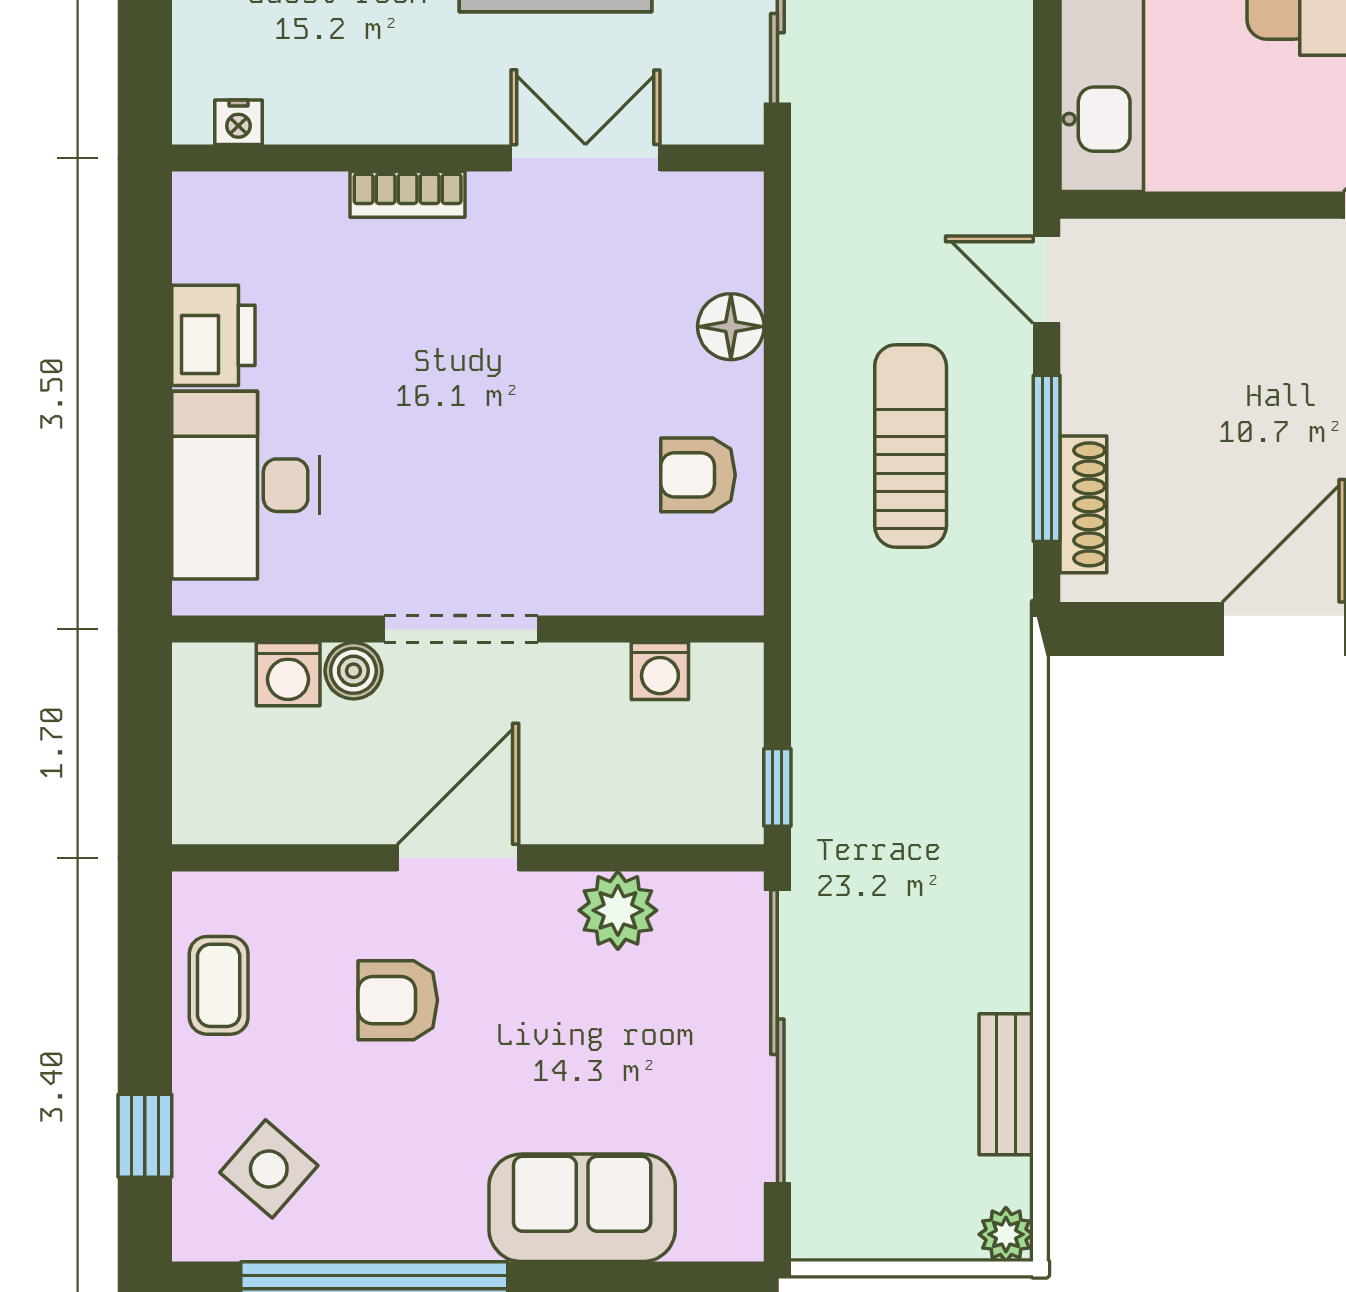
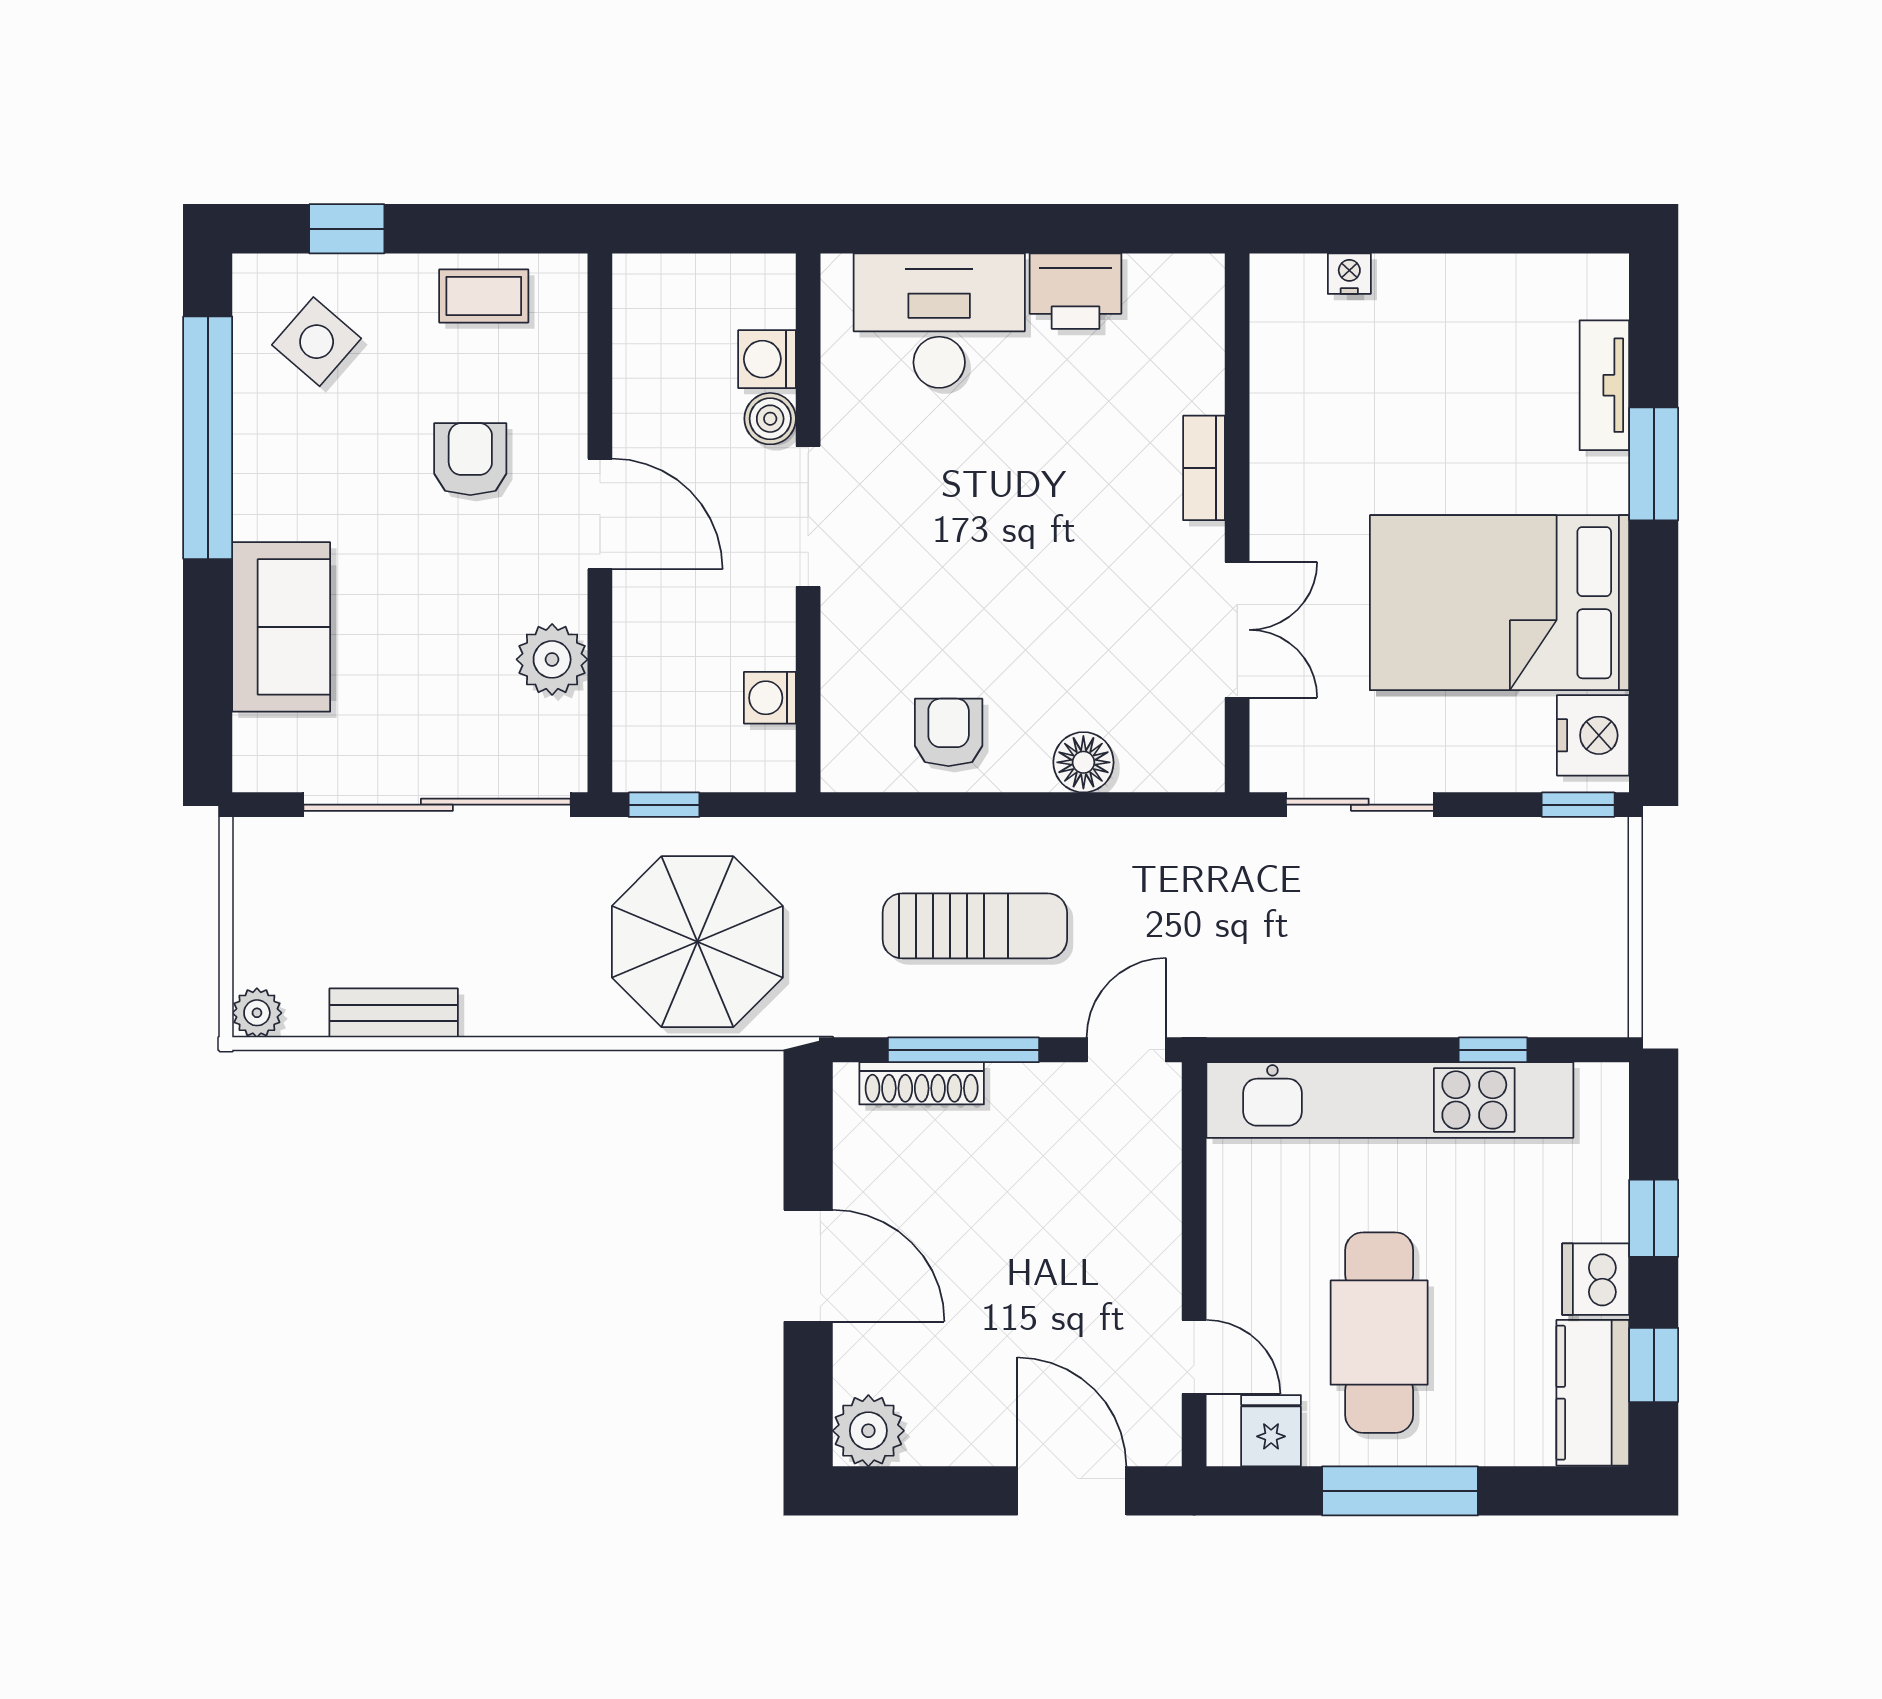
nightstand: (238, 122) -> (1349, 274), moved, turned 90
parasol: (928, 751) -> (697, 942), added

